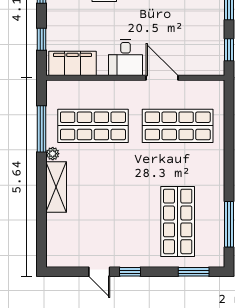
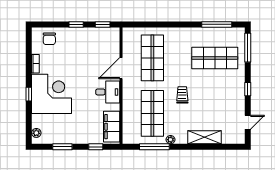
trolley: (121, 172) -> (182, 95), added
shelving: (56, 187) -> (205, 137), moved
door: (99, 272) -> (248, 122), moved
window: (194, 272) -> (248, 48), width x1.44

